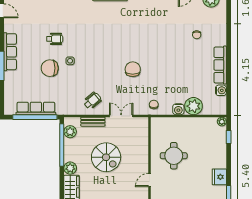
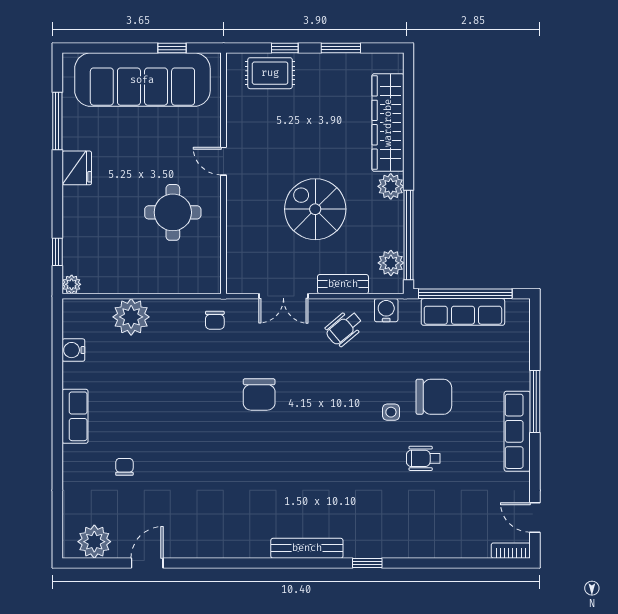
row of seats: (220, 65) -> (75, 416), width x0.68
water cooler: (178, 109) -> (386, 310), moved
door: (150, 180) -> (224, 161), swing flipped

